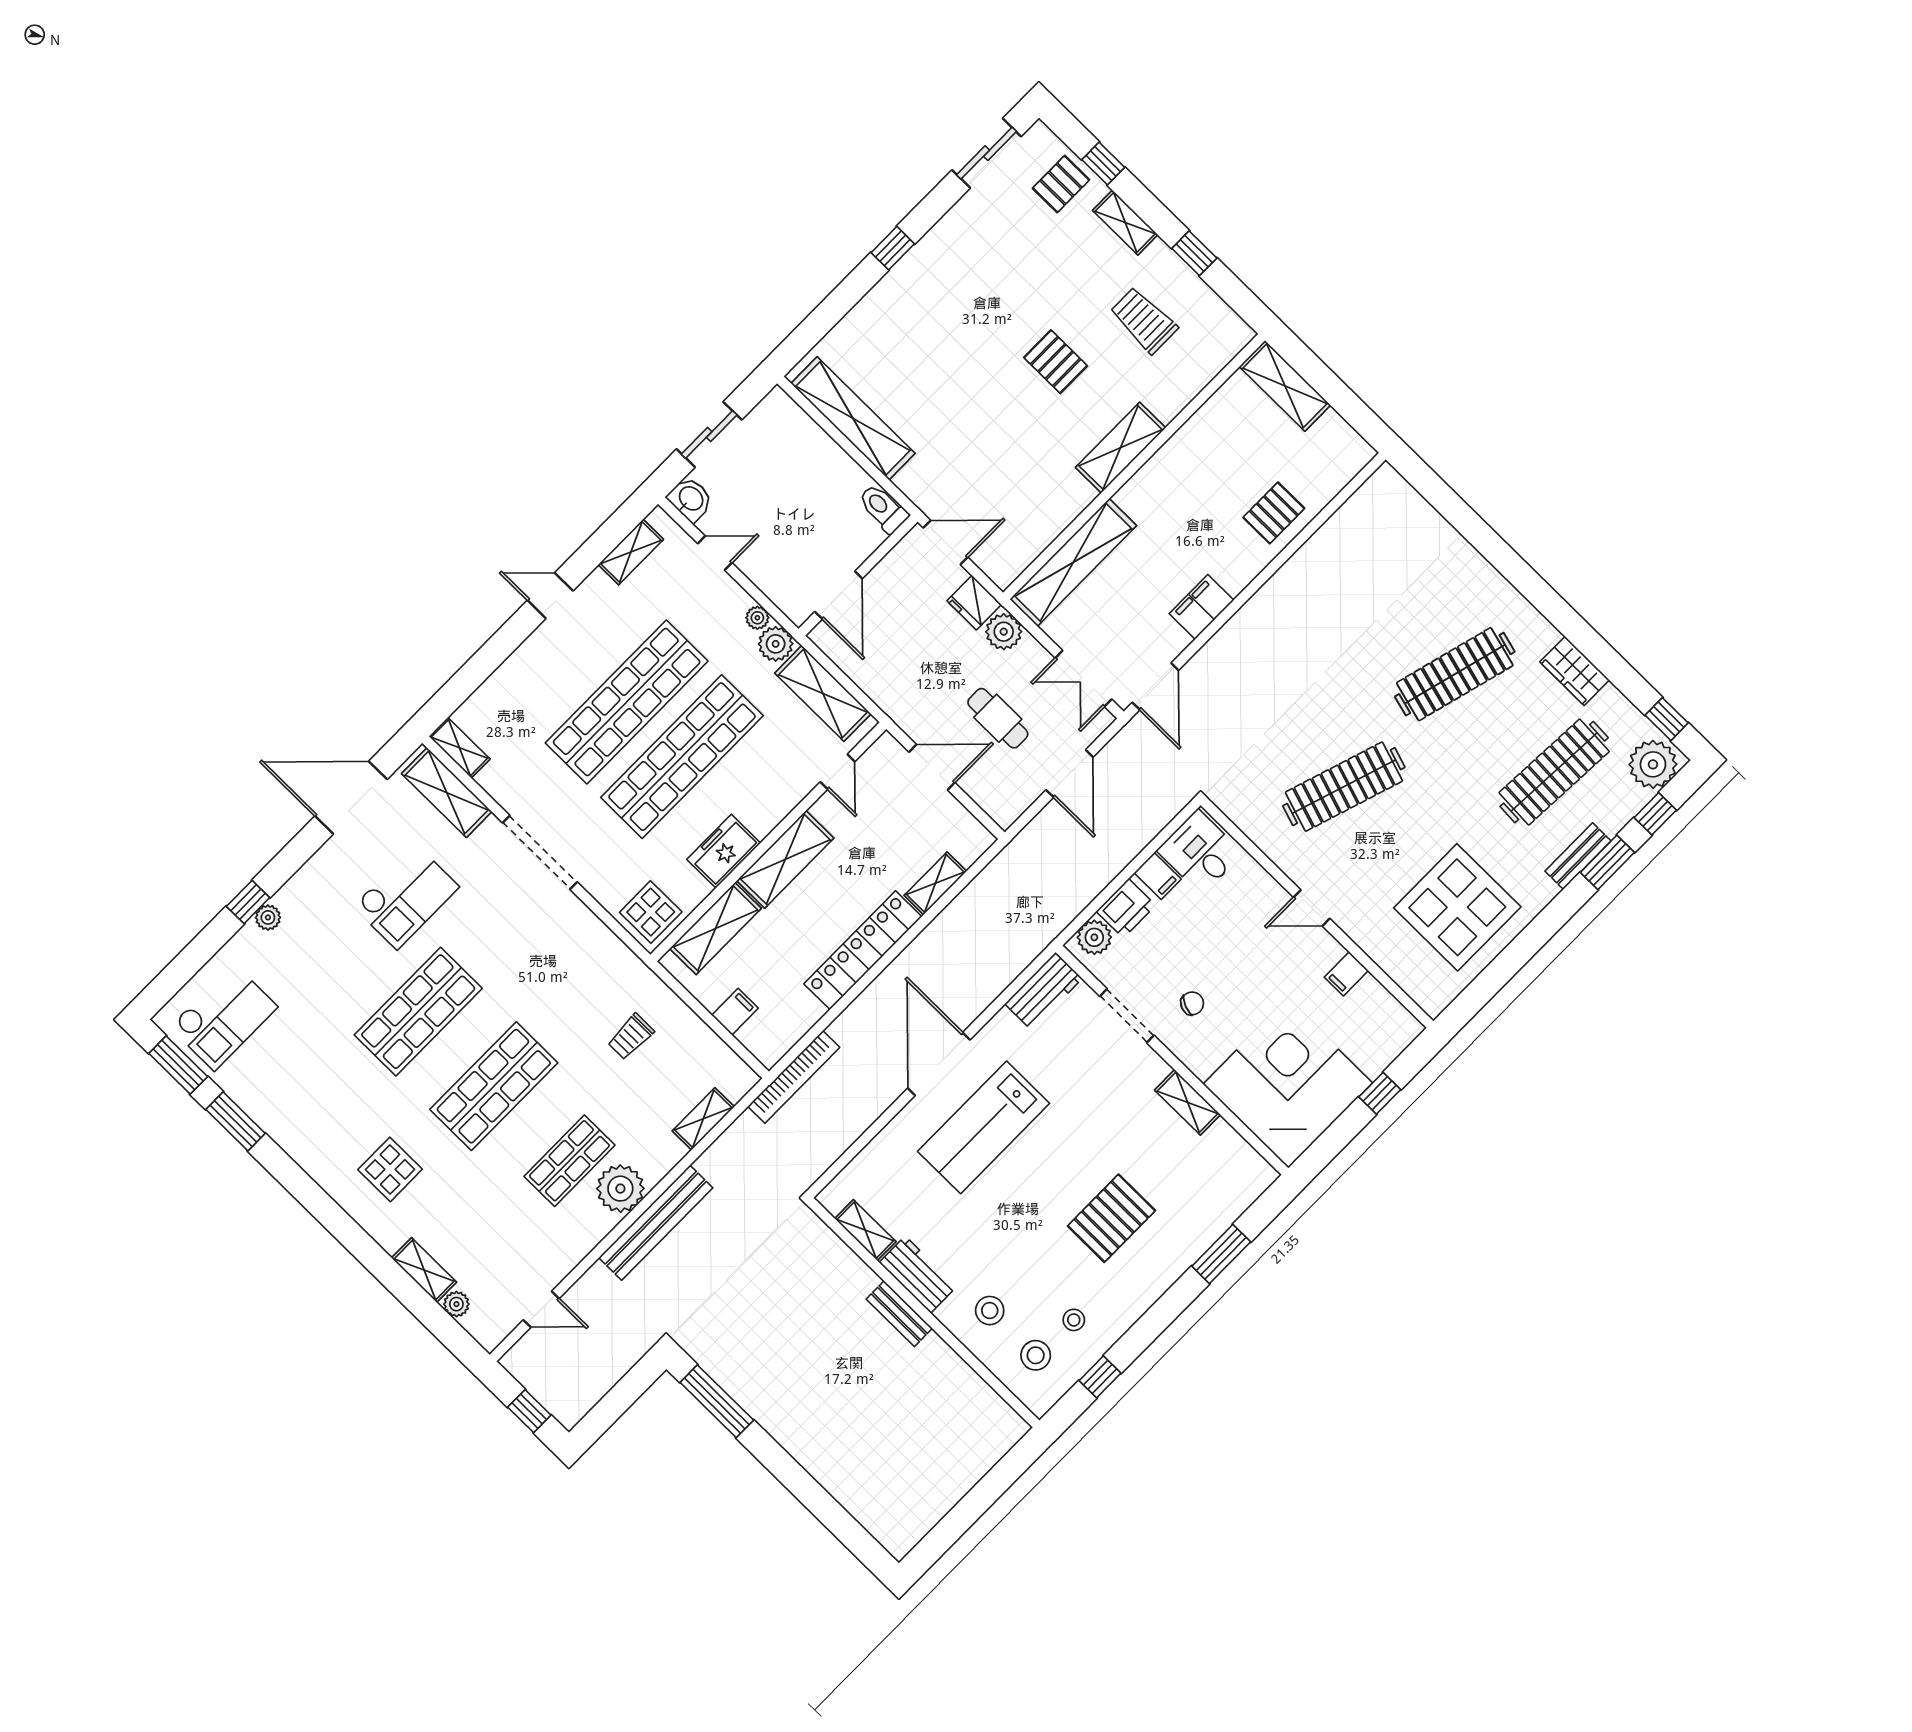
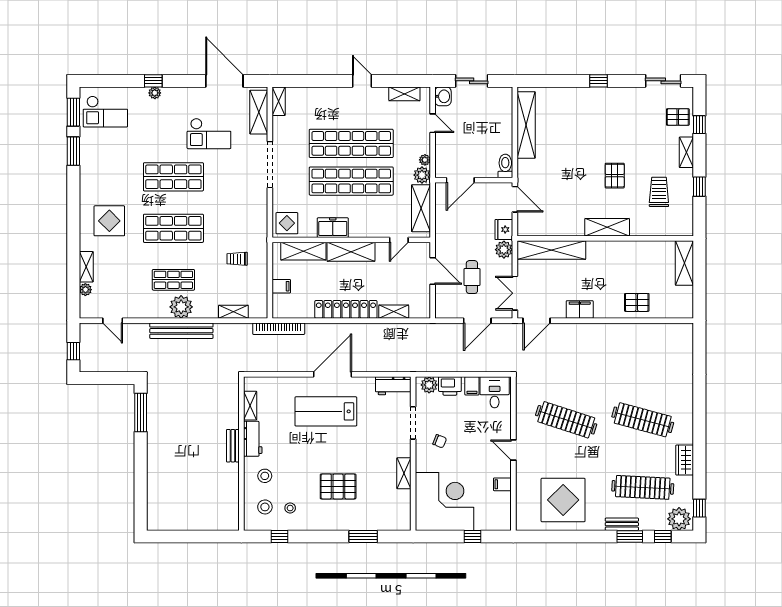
display table: (390, 1169) -> (109, 221), width x1.36, depth x1.36

